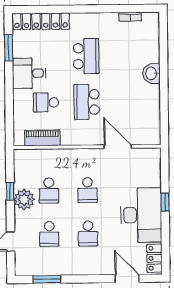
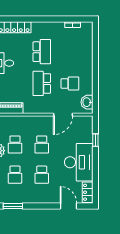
washbasin: (152, 73) -> (87, 102), moved
school desk: (46, 102) -> (70, 83), moved, turned 180
door: (118, 147) -> (63, 115), swing flipped
window: (165, 202) -> (95, 140), moved

